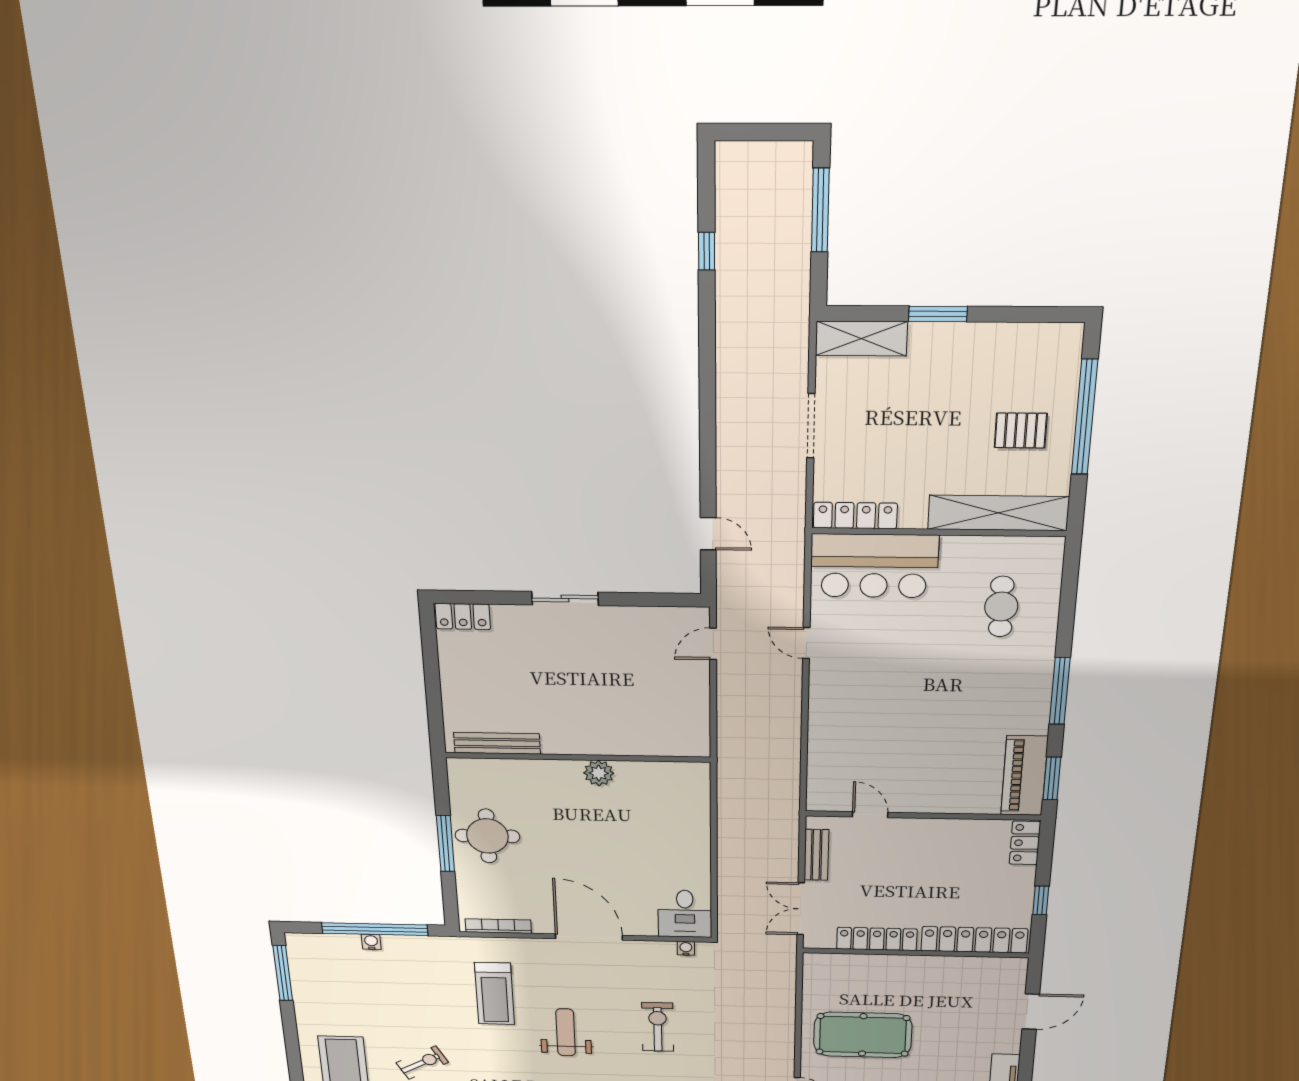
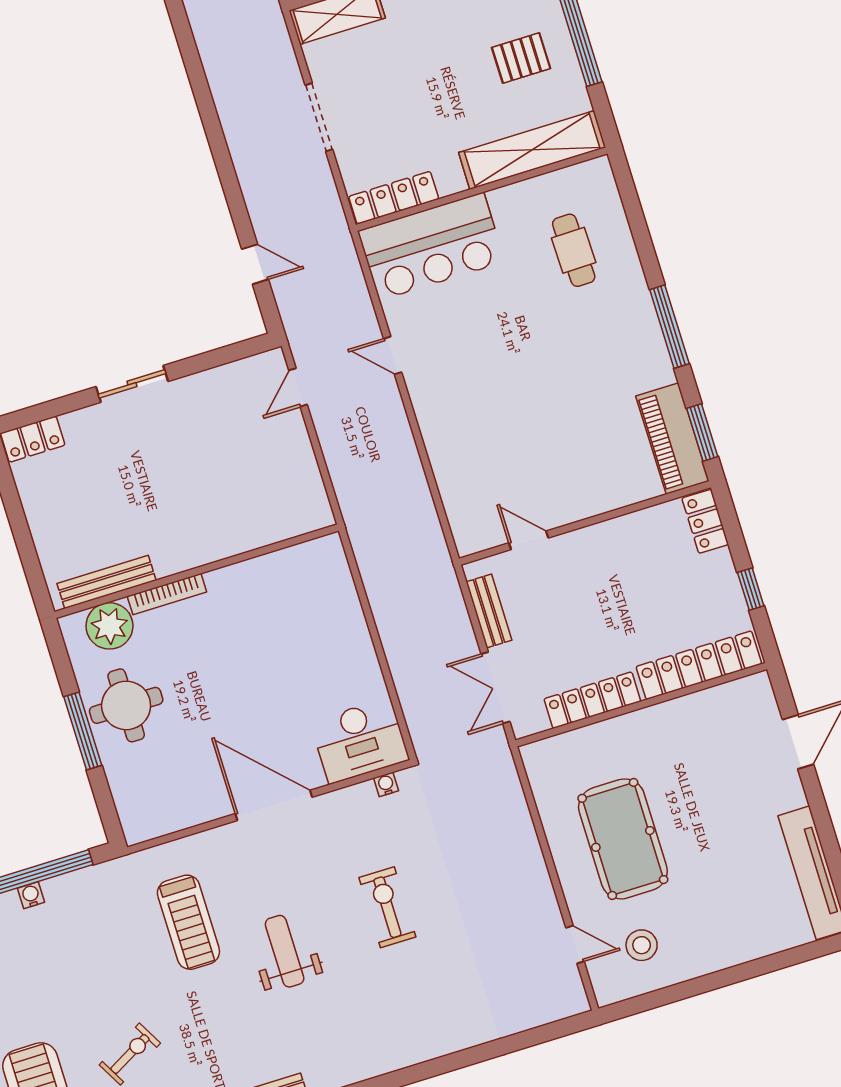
plant: (599, 773) -> (109, 626), moved, width x1.36, depth x1.36
desk: (685, 914) -> (360, 741), width x1.37
bookcase: (498, 926) -> (167, 594), moved, turned 180
pool table: (863, 1035) -> (623, 839), turned 90

